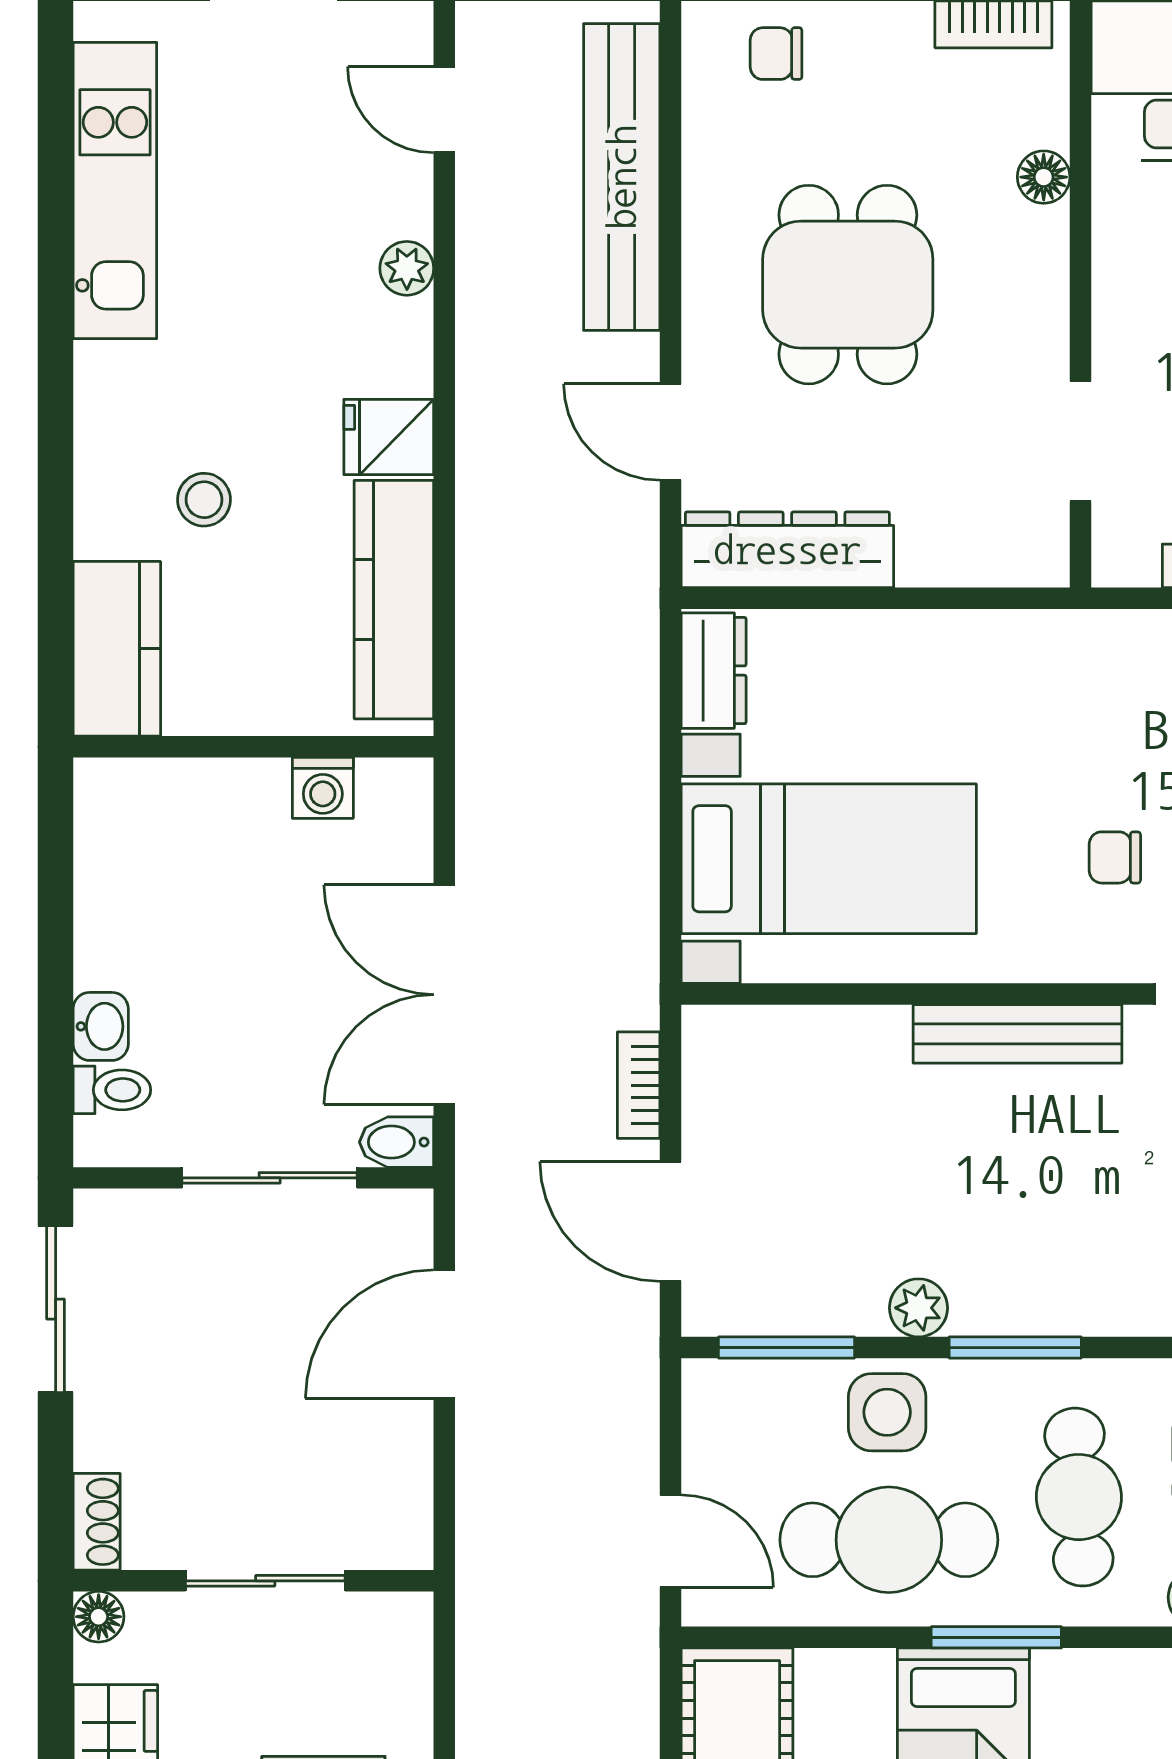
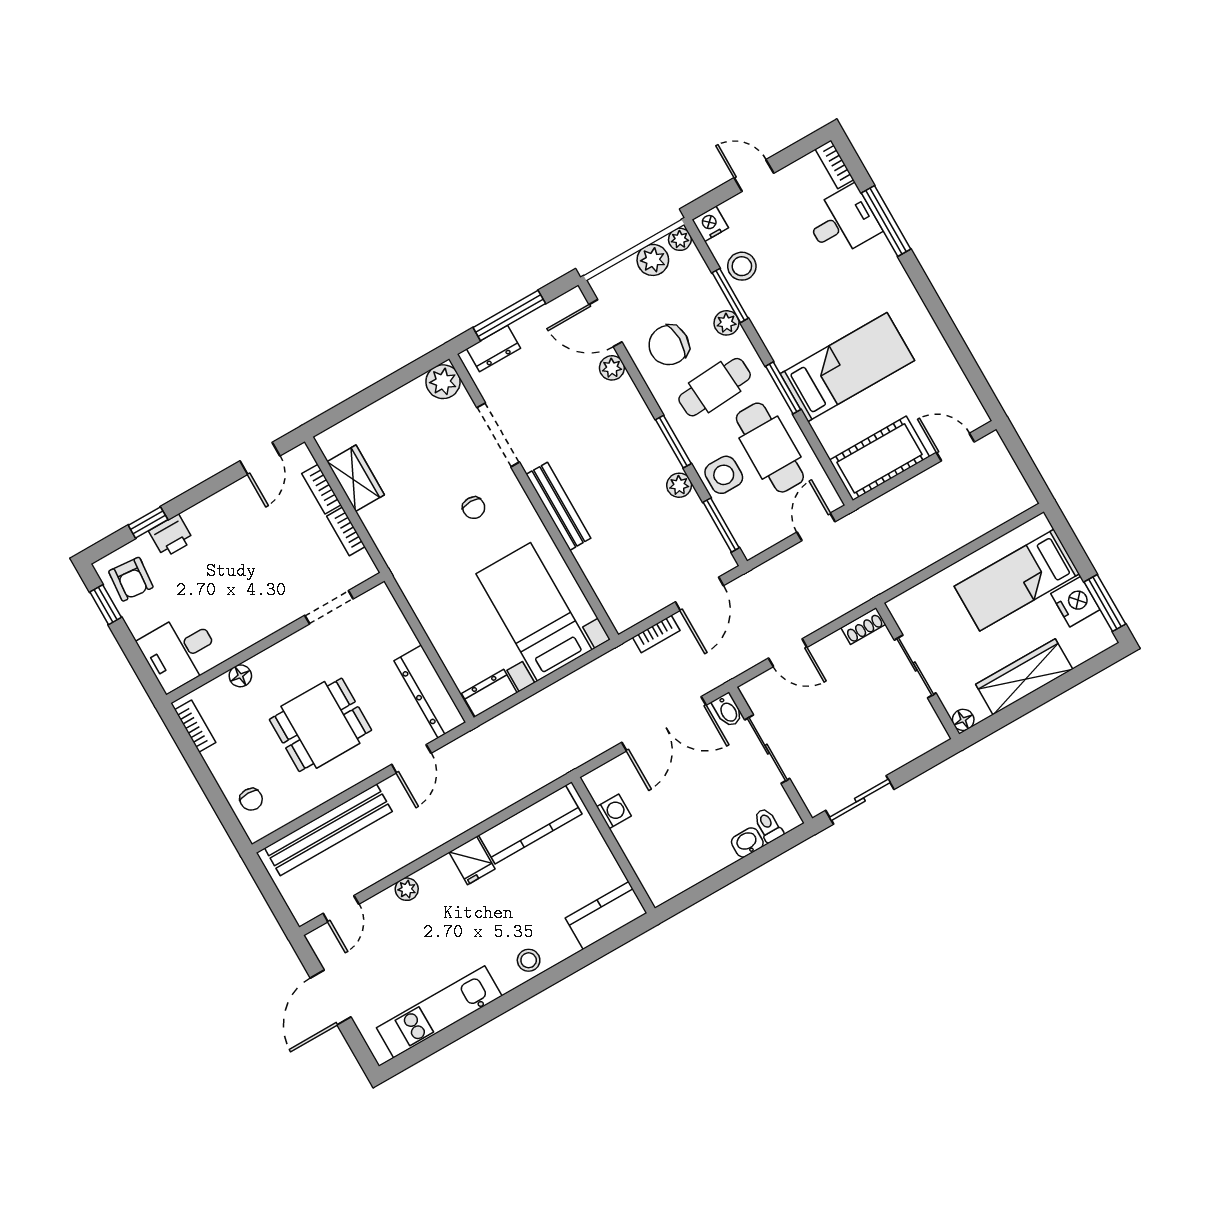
stool: (204, 500) -> (529, 960), moved
door: (444, 1334) -> (788, 653), width x0.73
shoe rack: (97, 1522) -> (863, 626), moved, turned 180

